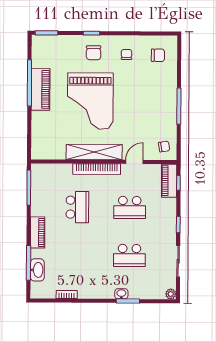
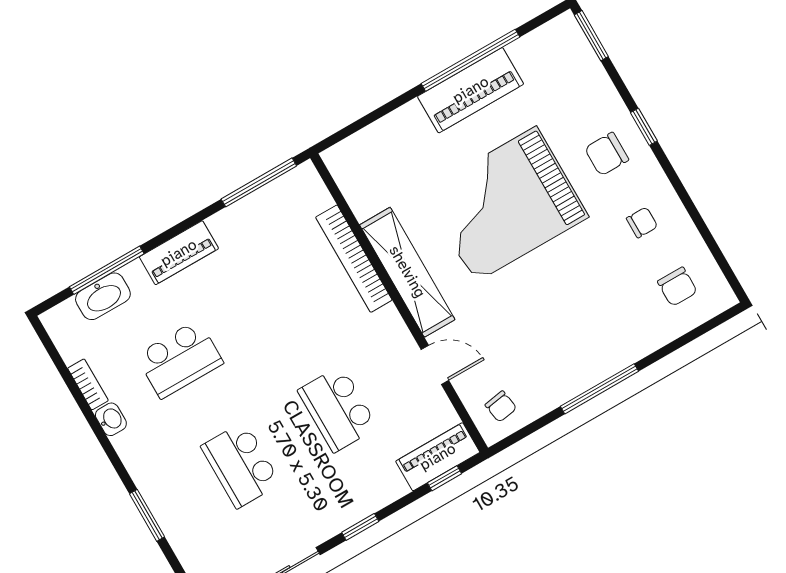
bookcase: (97, 169) -> (354, 259), moved
school desk: (77, 207) -> (180, 359), moved
washbasin: (121, 294) -> (111, 419), moved

